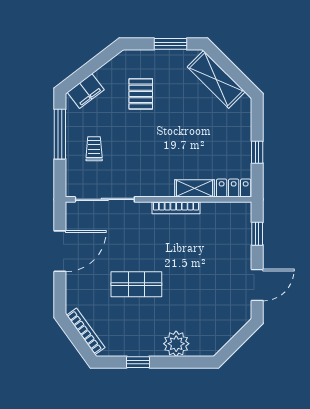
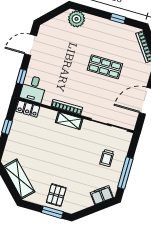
window: (170, 44) -> (52, 212), moved
pallet: (141, 94) -> (56, 195), moved
shelving: (195, 188) -> (69, 121), moved
desk: (234, 220) -> (33, 89), added
plant: (176, 344) -> (77, 19), moved

